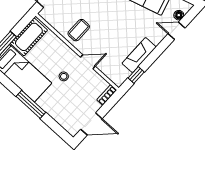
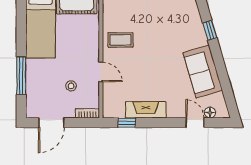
stool: (64, 76) -> (71, 86), moved
window: (31, 104) -> (21, 76), moved
door: (91, 124) -> (51, 123), hinge flipped

